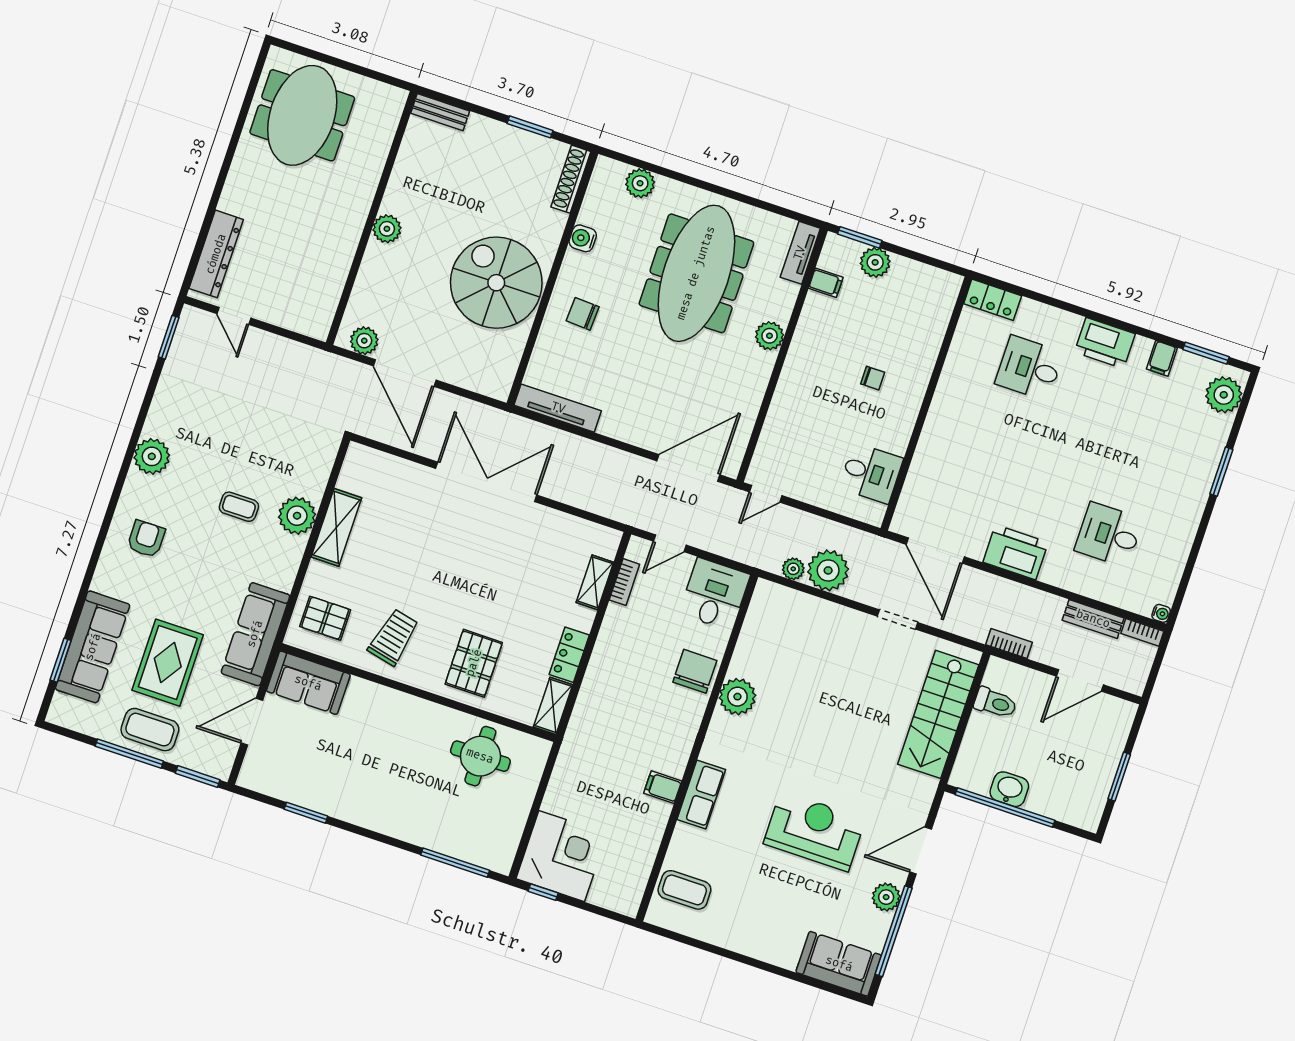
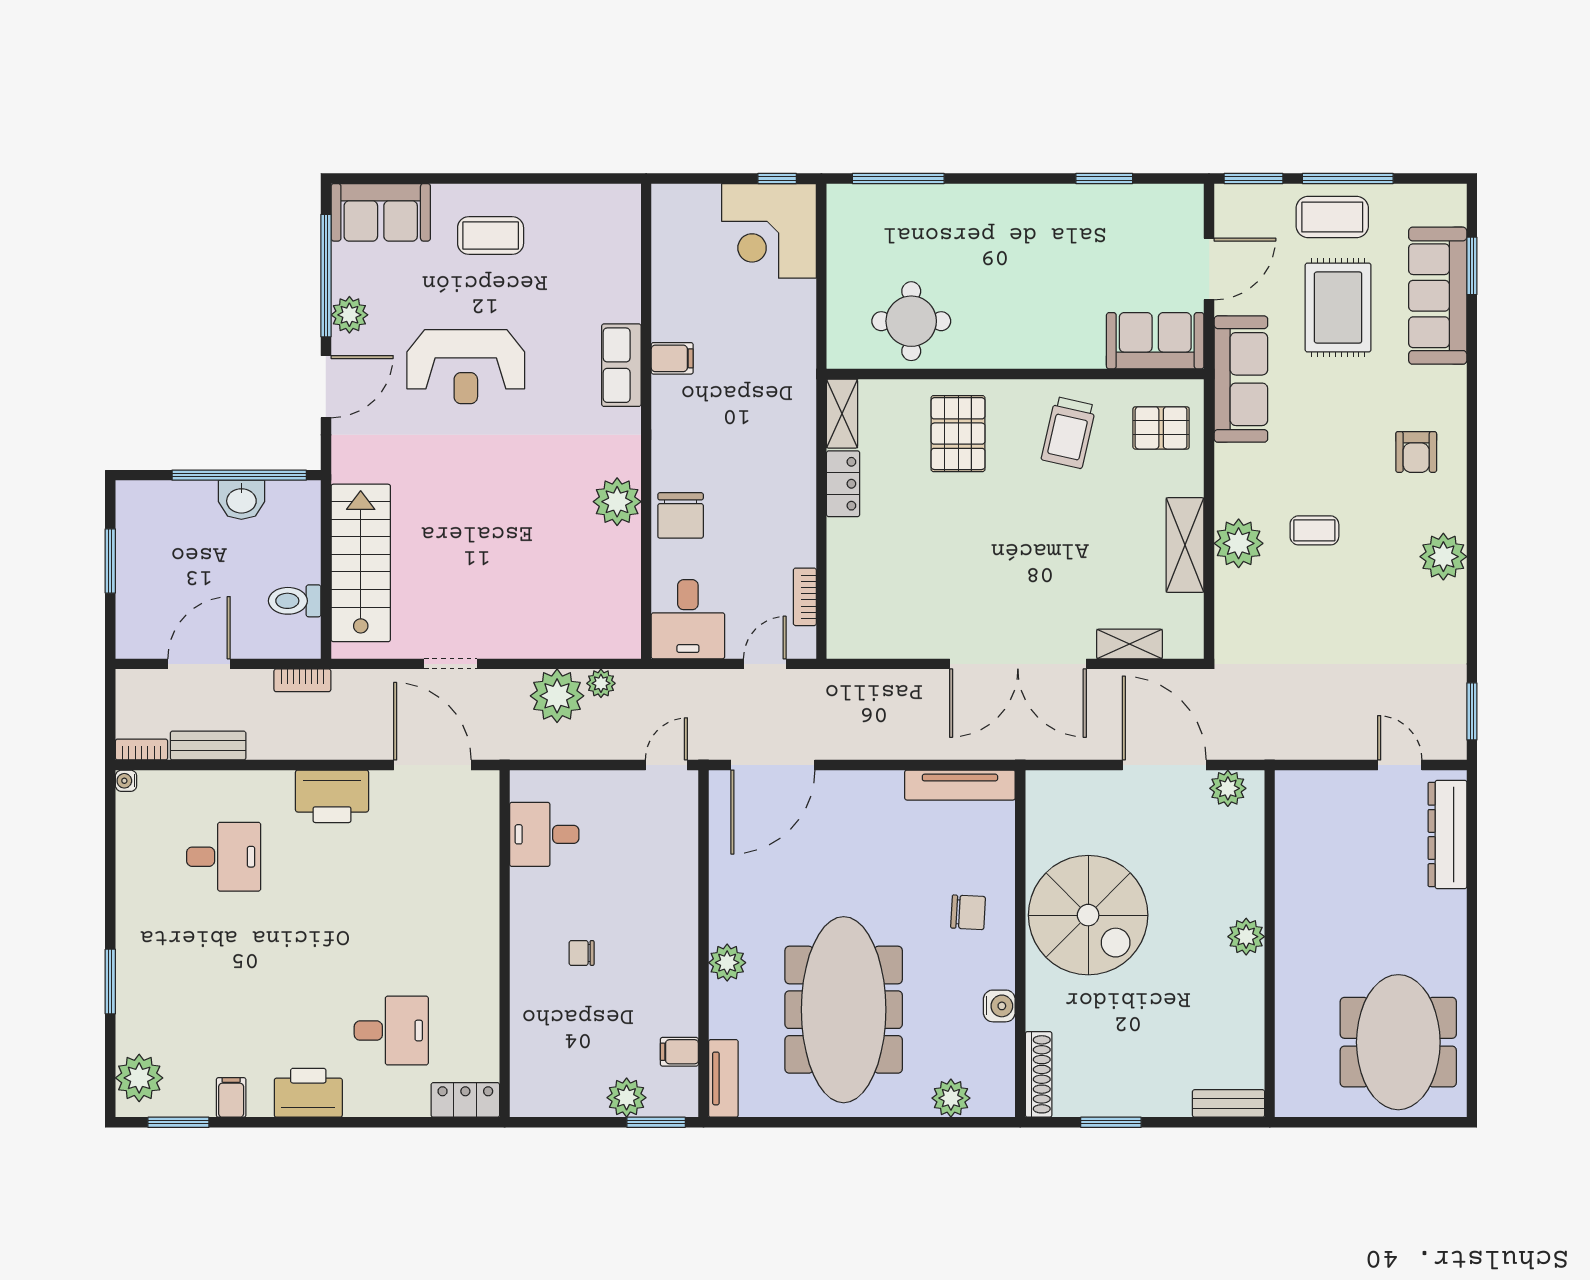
shelving: (595, 582) -> (1130, 644), moved, turned 90
coffee table: (684, 890) -> (491, 235), moved

